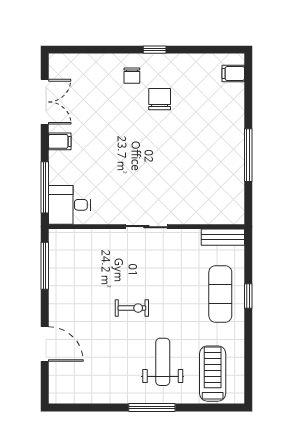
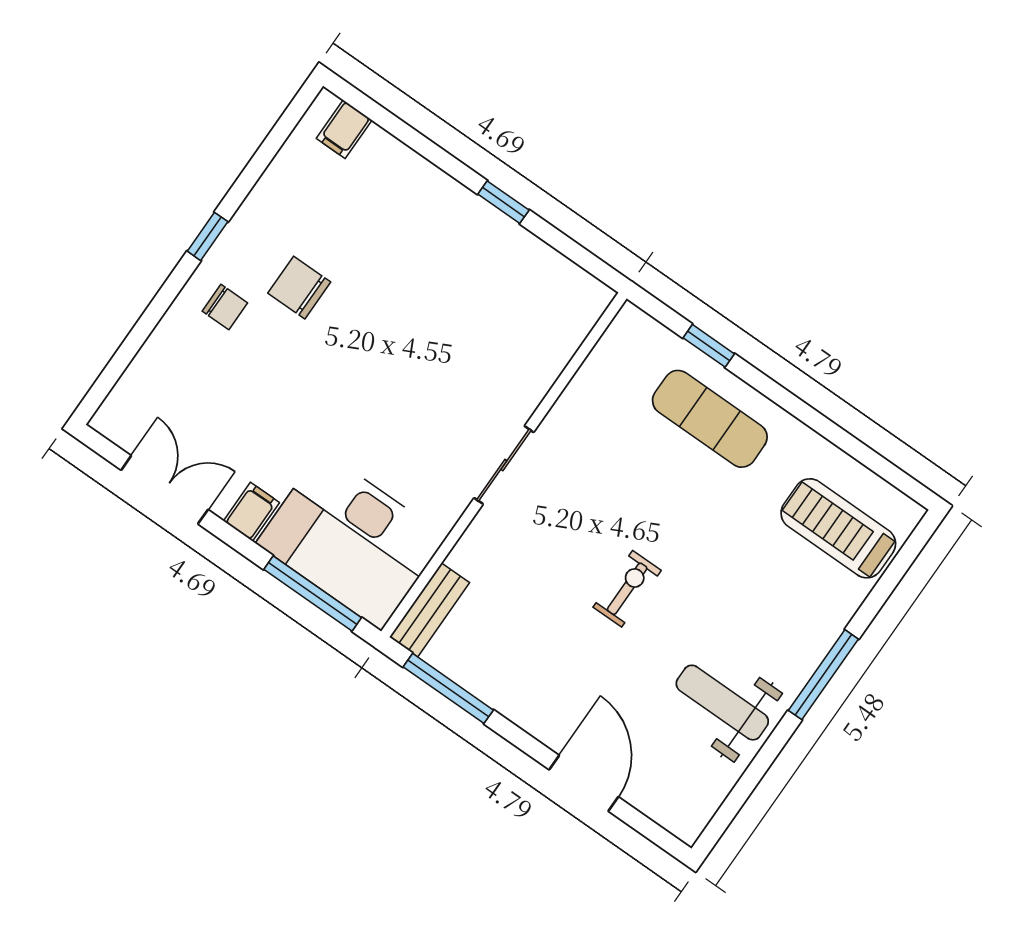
window: (248, 155) -> (503, 202), width x0.46
desk: (70, 205) -> (351, 540), width x1.87, depth x1.30
bench: (223, 237) -> (429, 610), moved
window: (248, 296) -> (709, 346), moved
door: (45, 344) -> (584, 783), hinge flipped
weight bench: (163, 362) -> (722, 703), moved

